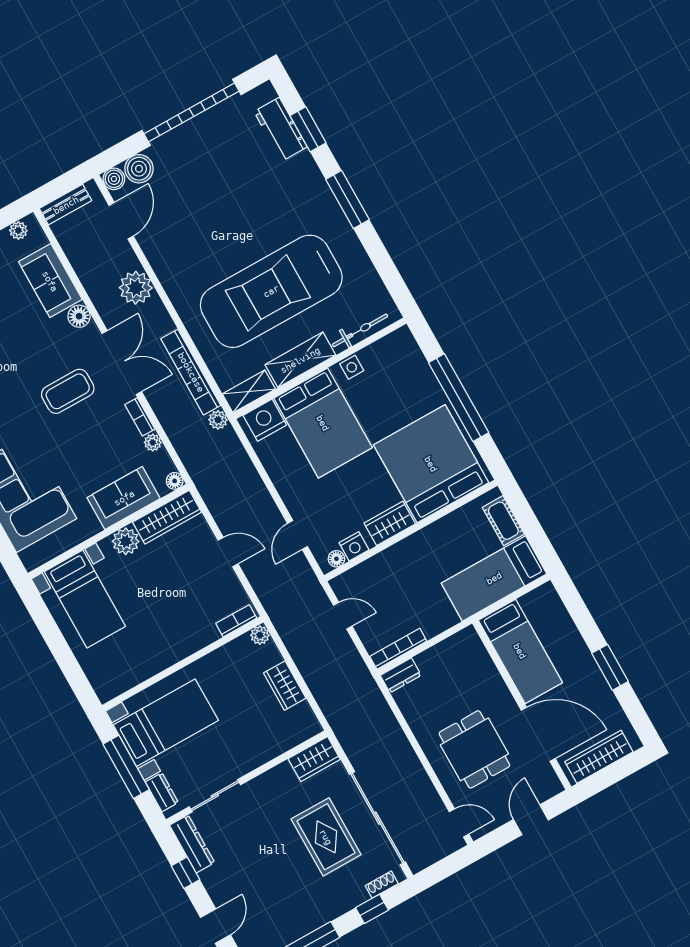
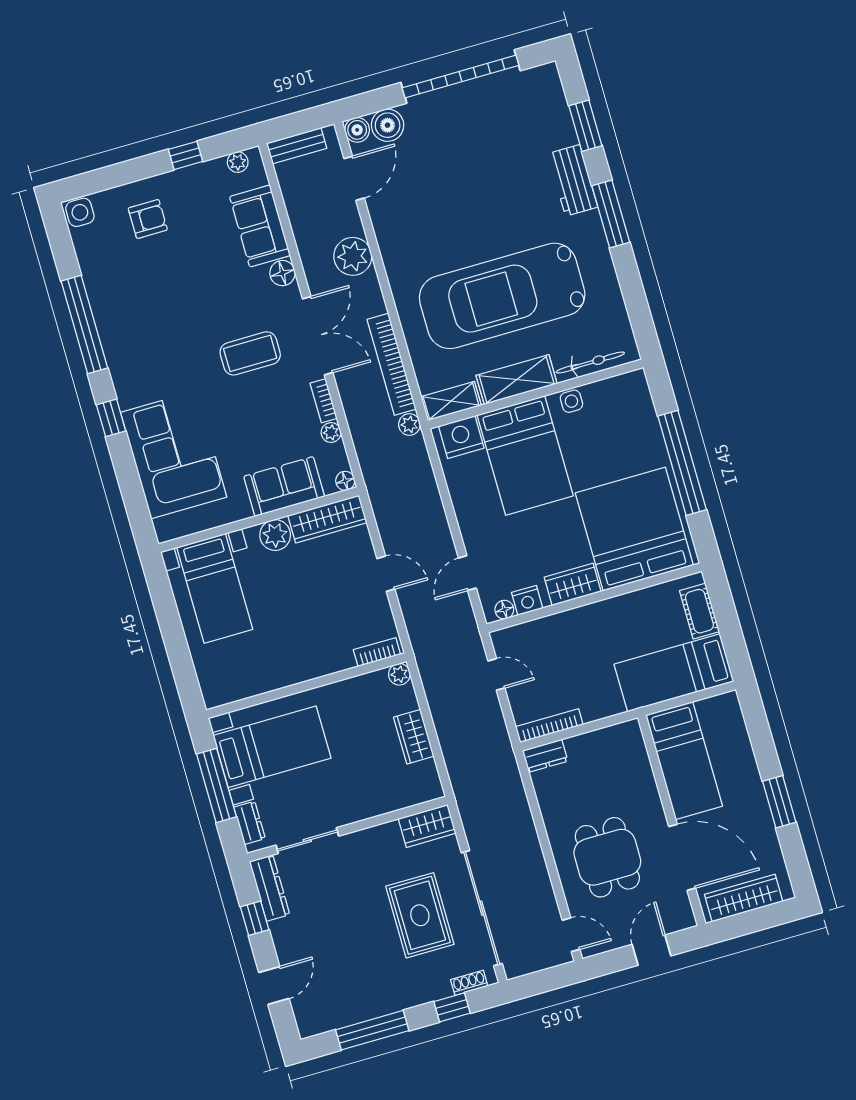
workbench: (281, 129) -> (573, 180), moved

